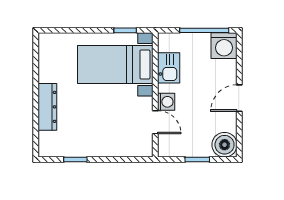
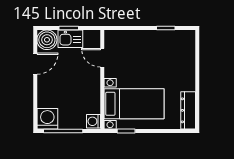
kitchen sink: (169, 68) -> (70, 39), moved, turned -90
door: (239, 98) -> (35, 64), moved
washing machine: (166, 102) -> (93, 121), moved
dresser: (47, 107) -> (188, 110), moved

